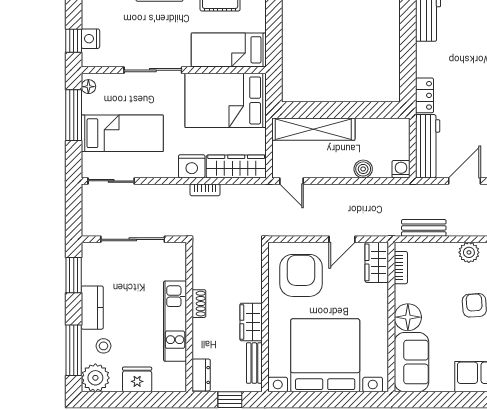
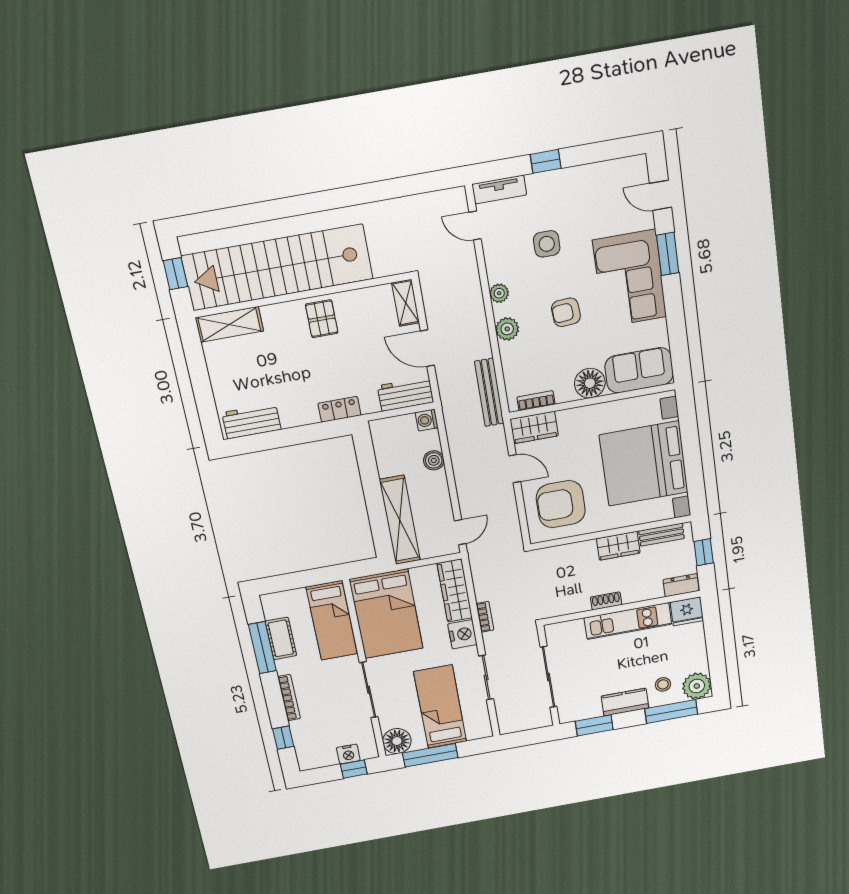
floor lamp: (88, 87) -> (397, 741), width x1.89, depth x1.89
workbench: (428, 146) -> (405, 394), width x0.73
sliding door: (111, 181) -> (486, 678), moved
bench: (424, 228) -> (489, 392), width x1.36
fridge: (137, 379) -> (687, 611), moved, turned -90

